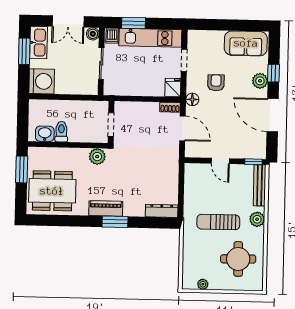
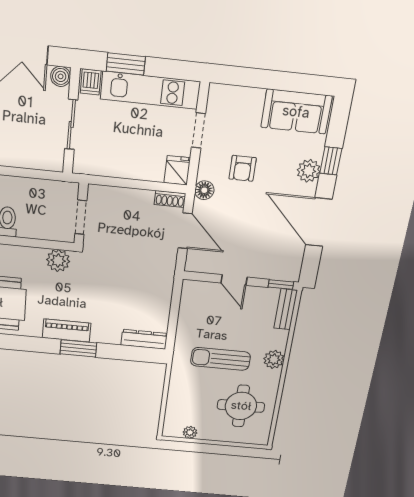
armchair: (216, 83) -> (243, 168), turned 180
bench: (260, 185) -> (286, 309), width x0.73

